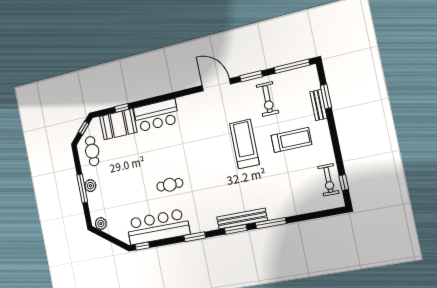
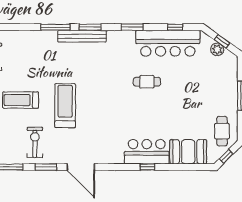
window: (122, 108) -> (147, 167), moved
treadmill: (244, 144) -> (65, 106), turned 180
plant: (90, 186) -> (231, 97), removed
plant: (101, 224) -> (217, 49), moved
window: (109, 238) -> (222, 41), added
window: (142, 246) -> (175, 27), moved

